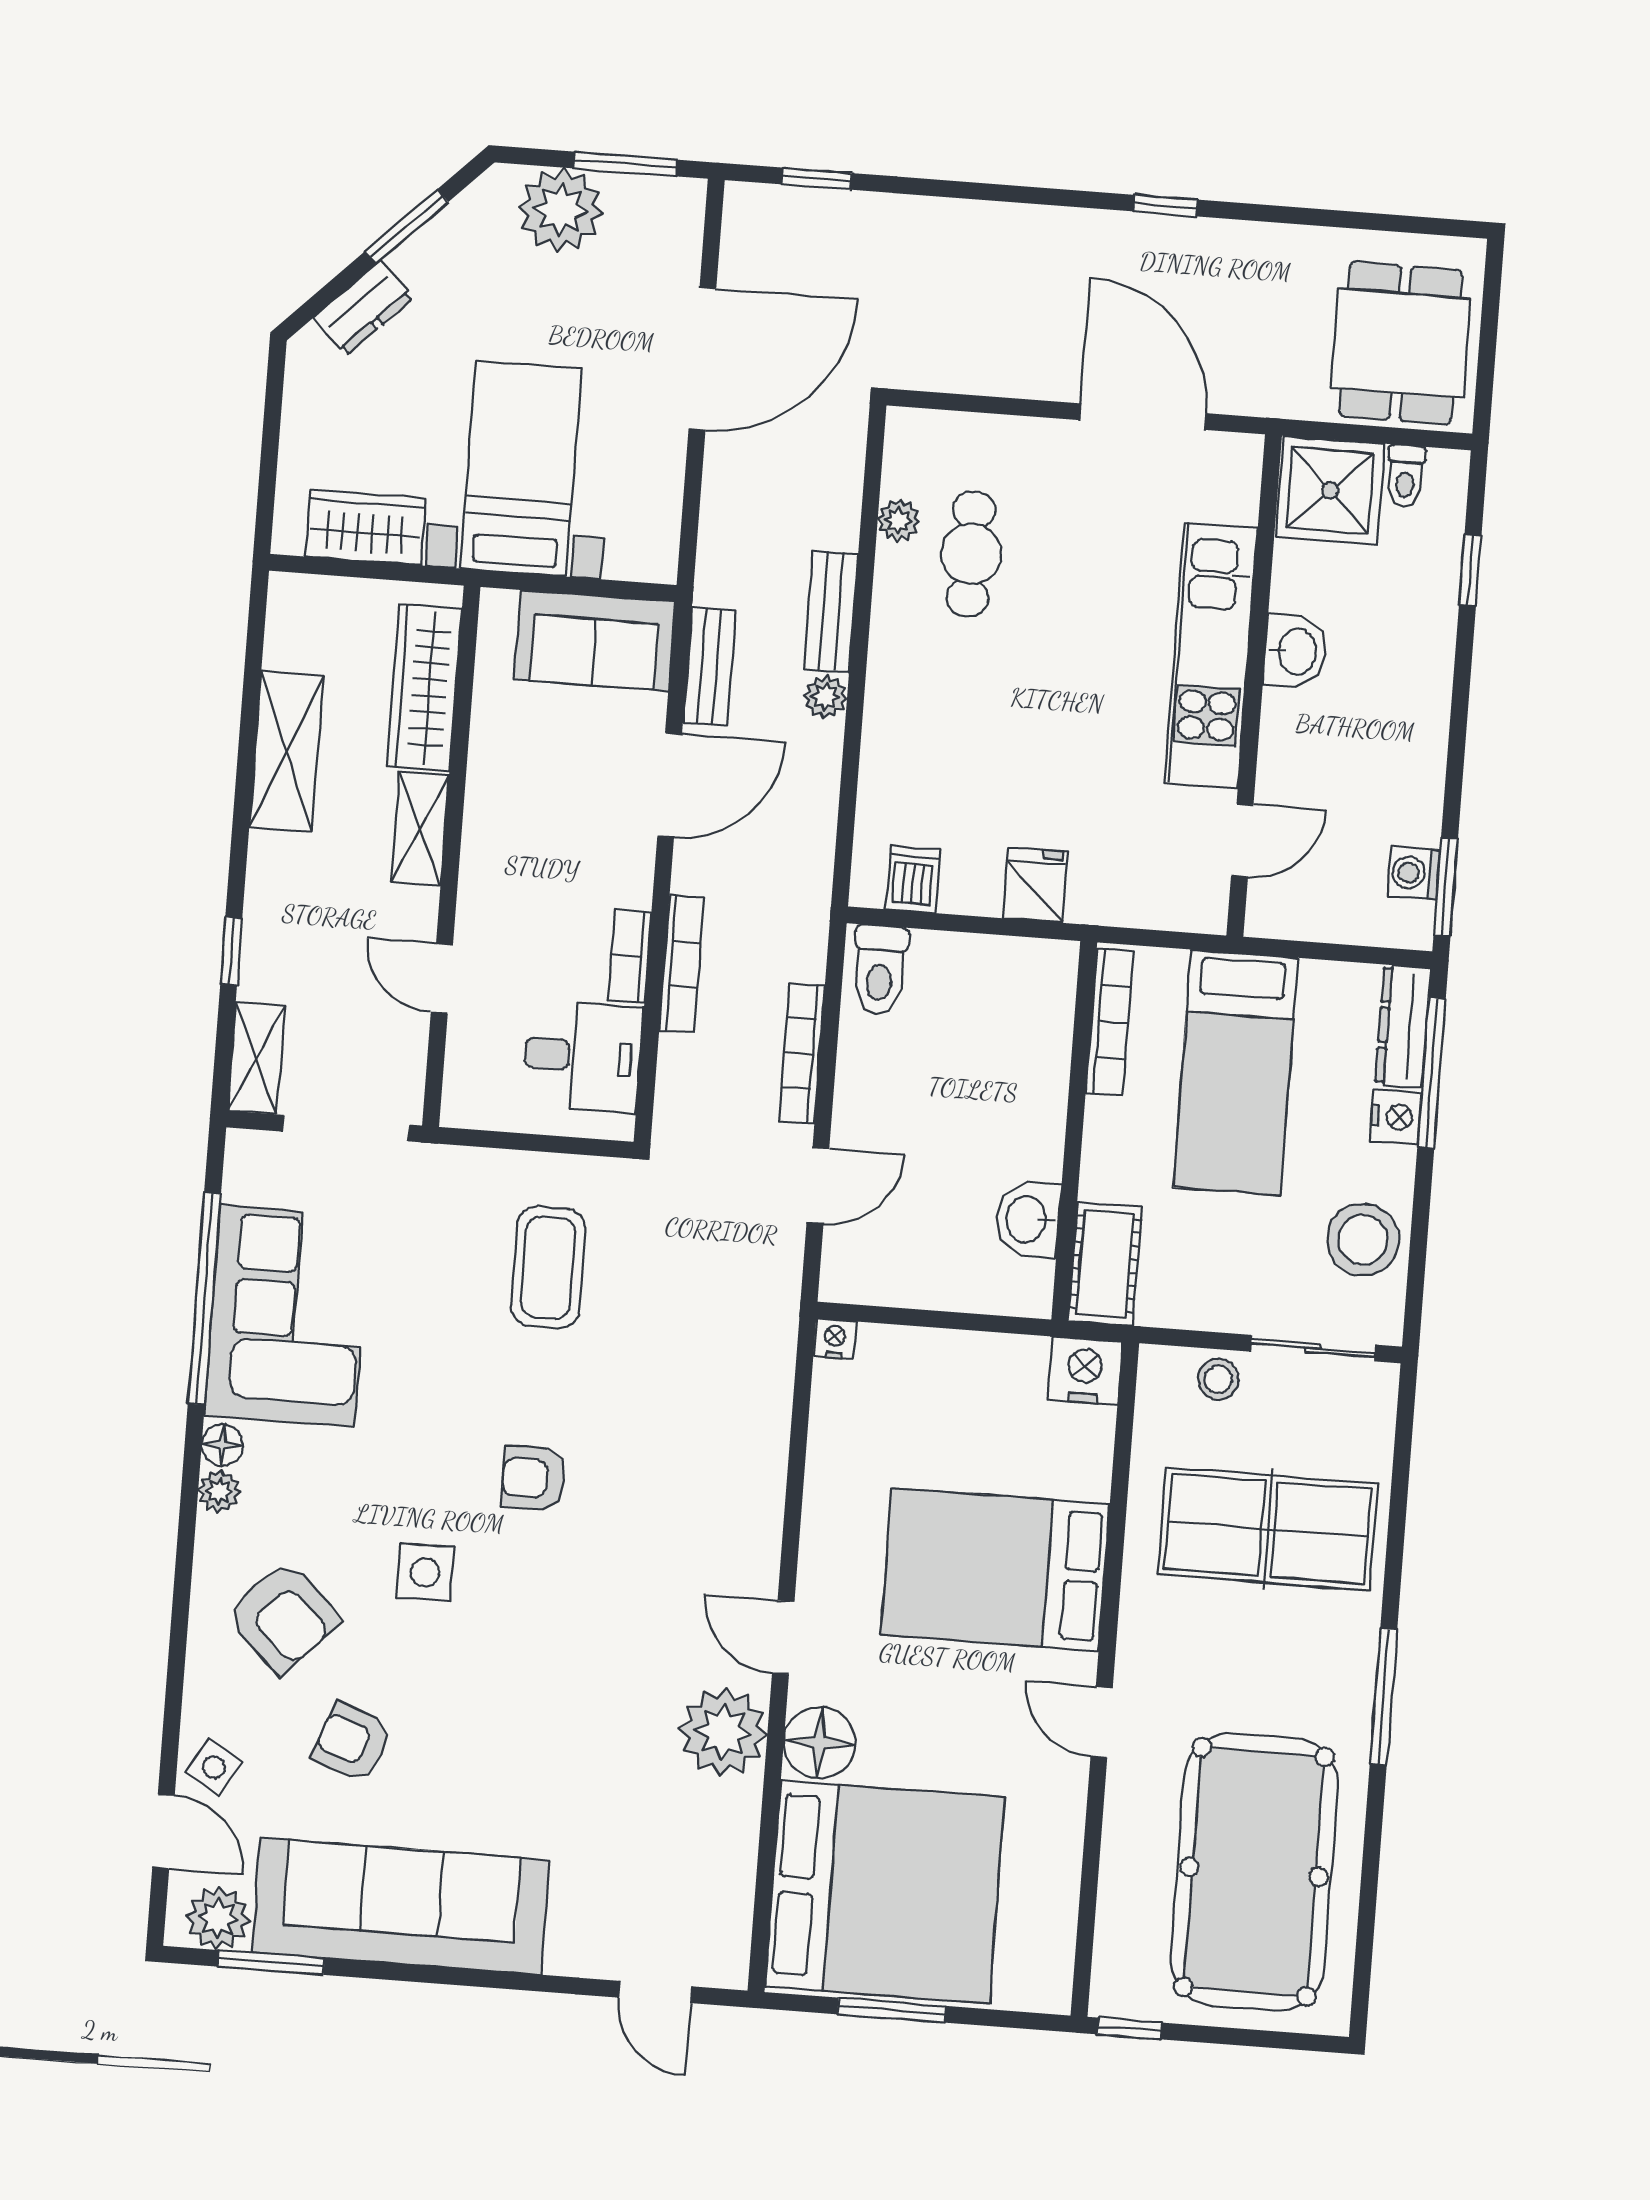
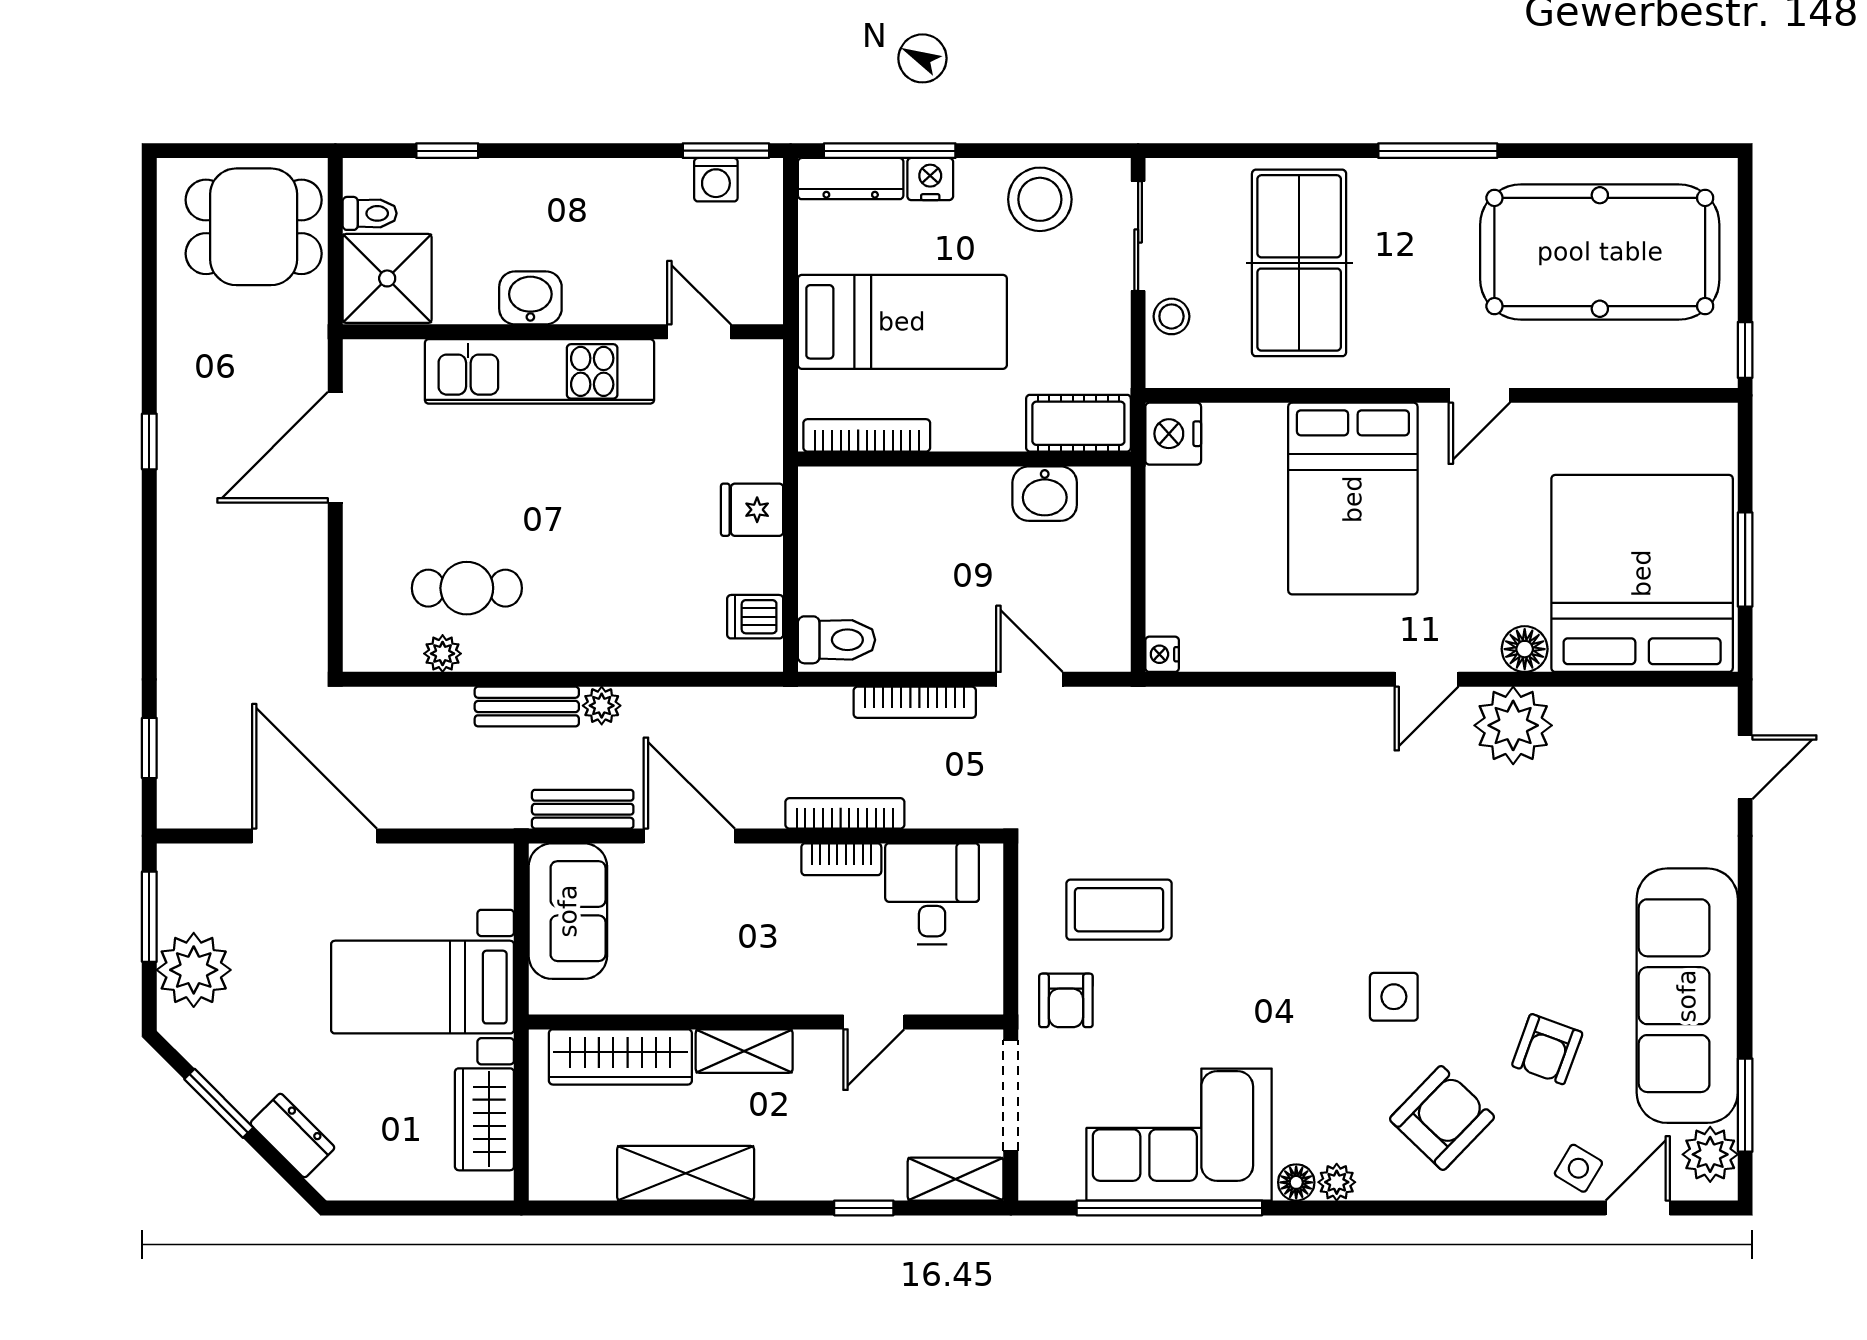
armchair: (533, 1478) -> (1066, 1000), moved
floor lamp: (820, 1743) -> (1525, 649), width x0.73, depth x0.73

